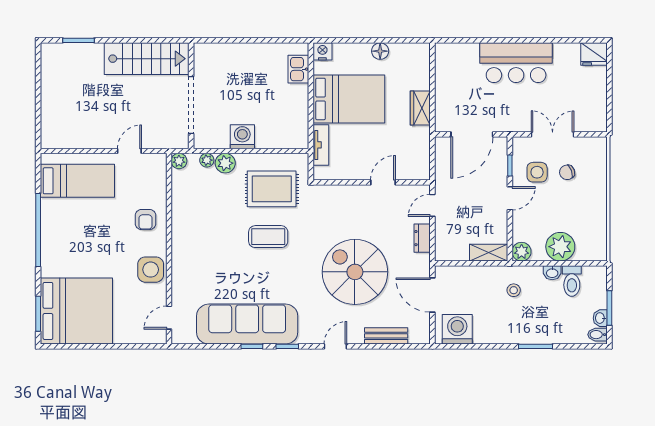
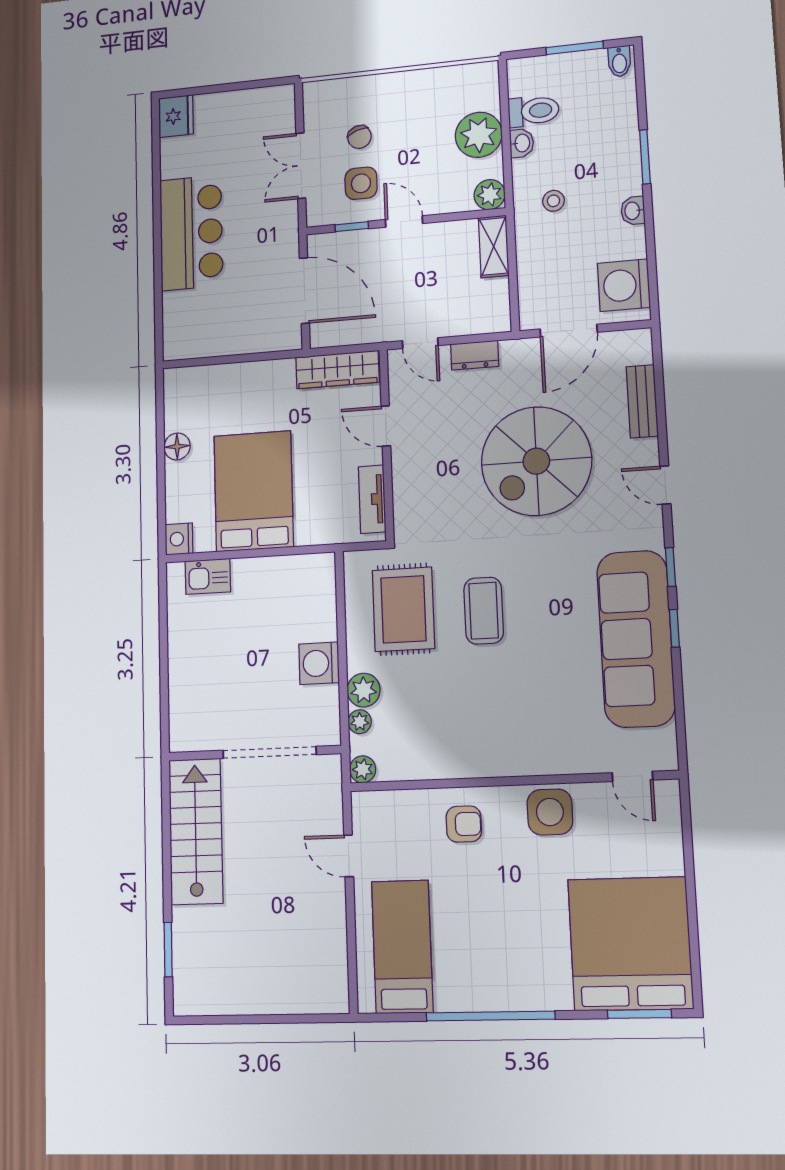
wardrobe: (420, 108) -> (337, 370), moved, width x1.50
tv unit: (321, 145) -> (372, 499), moved, turned -90
washbasin: (600, 318) -> (633, 211), moved, turned 90

